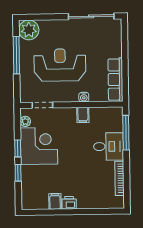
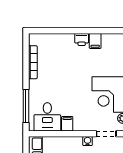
water cooler: (84, 97) -> (88, 141), moved
desk: (109, 146) -> (47, 117), moved, turned -90

